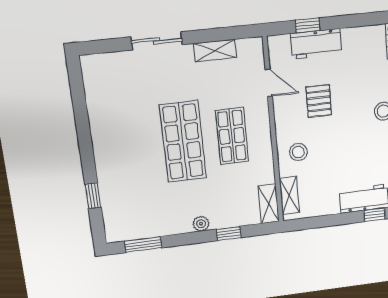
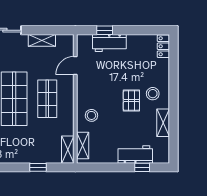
door: (269, 83) -> (75, 66), swing flipped
pallet: (319, 101) -> (131, 101), moved
plant: (201, 224) -> (20, 158), removed

